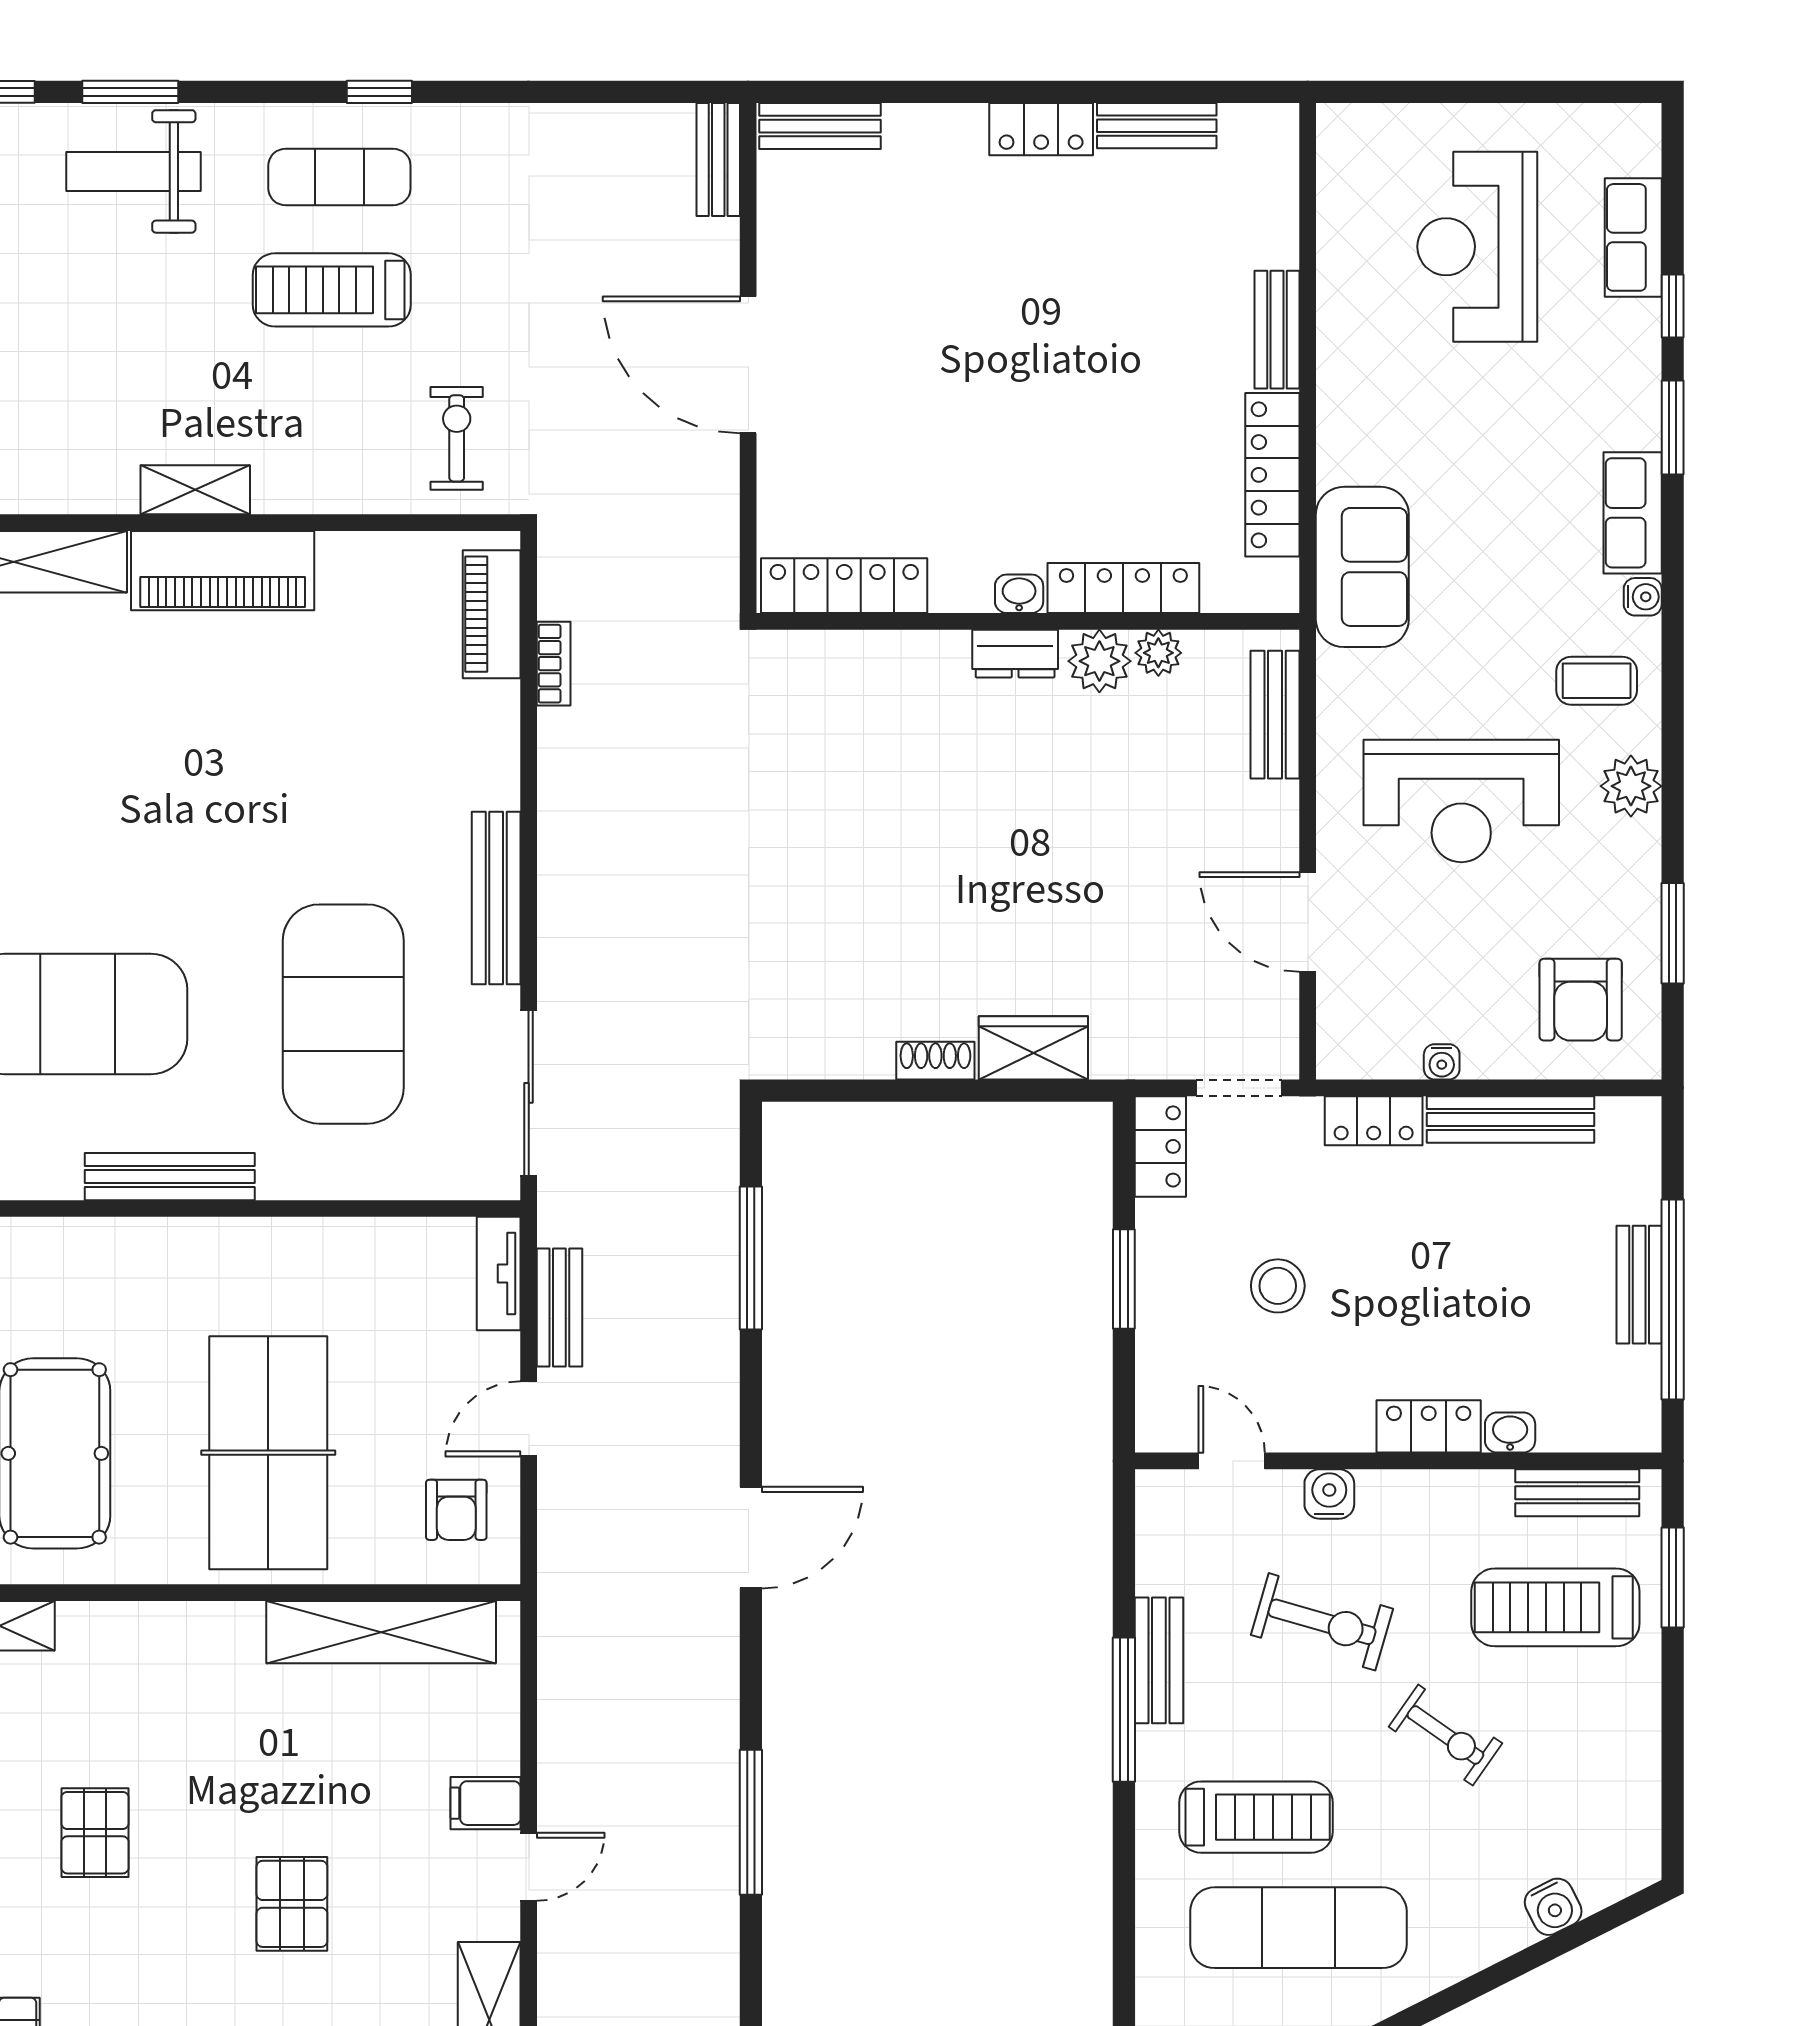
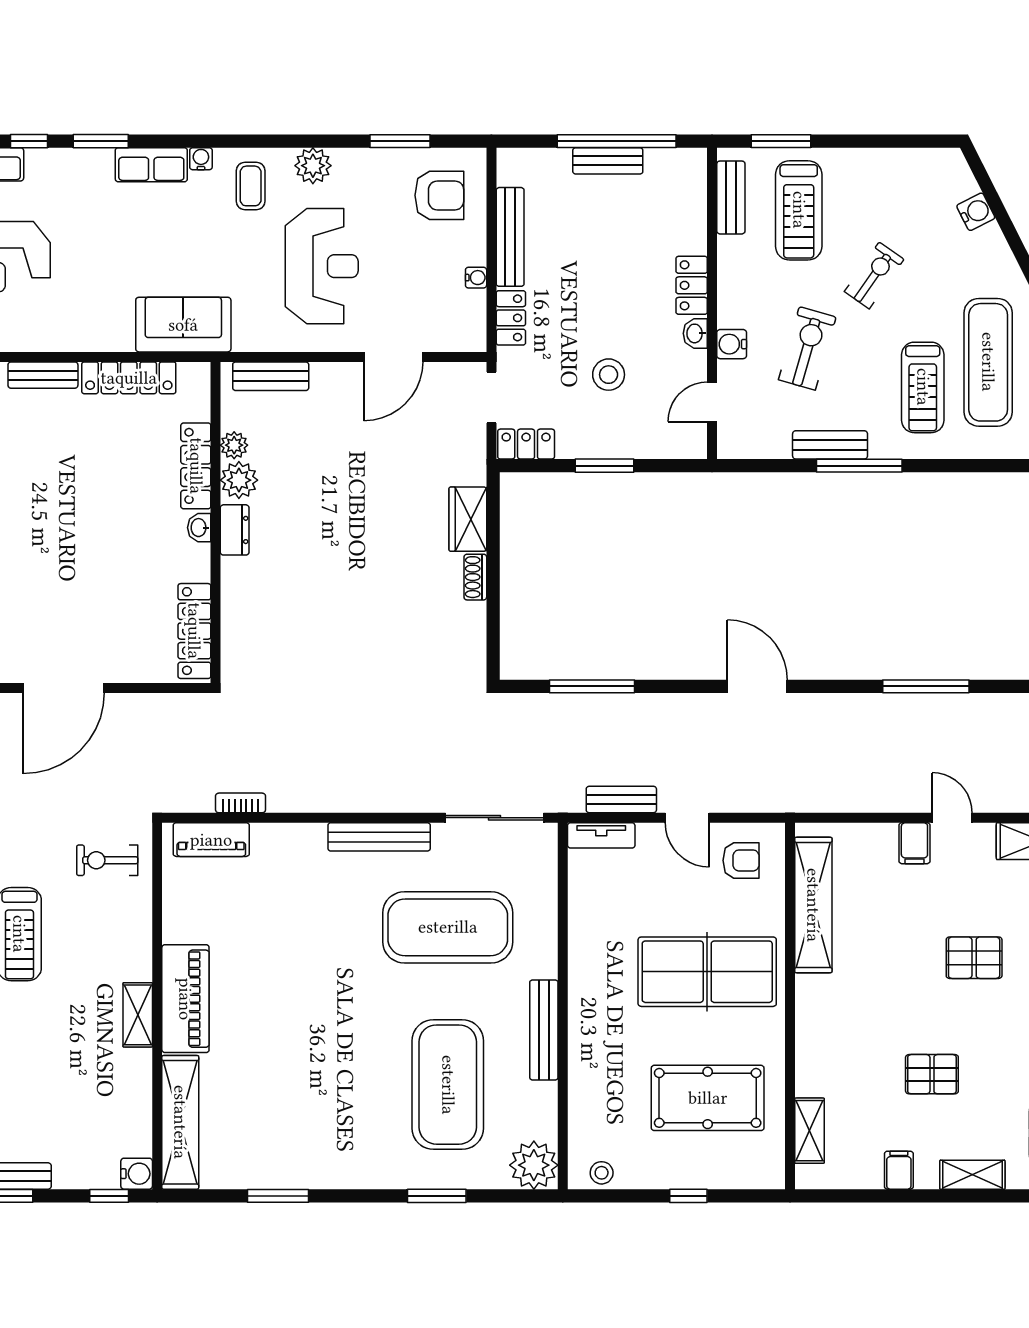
washbasin: (1510, 1432) -> (695, 333), moved
treadmill: (1256, 1817) -> (923, 387), turned 180

